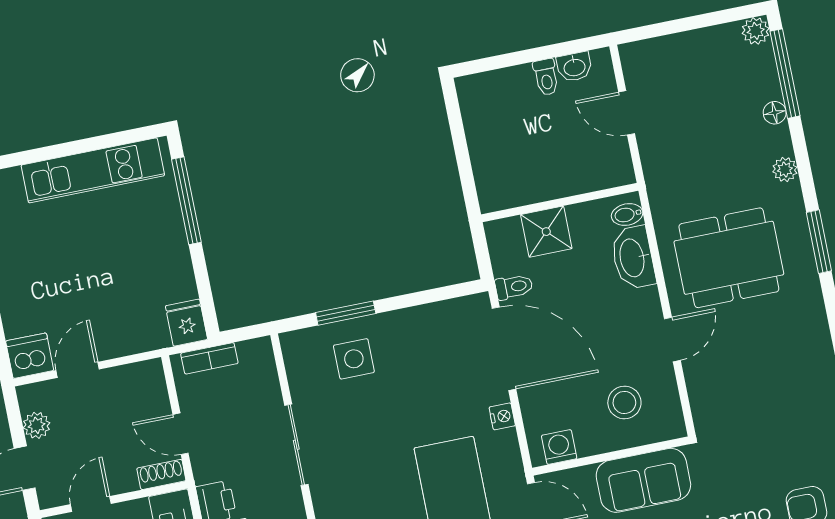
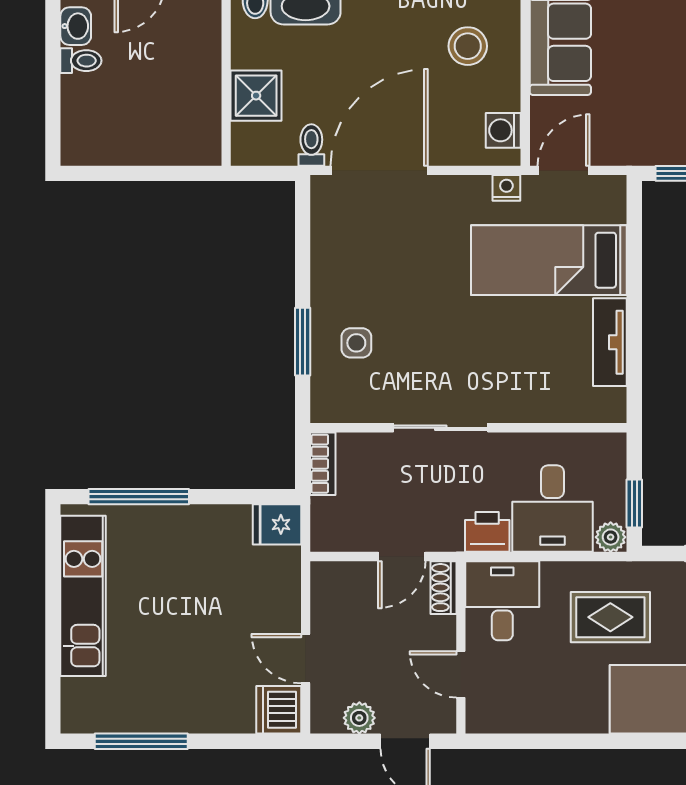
bookcase: (209, 358) -> (323, 464), moved
side table: (354, 359) -> (356, 343), width x0.73, depth x0.73
nightstand: (502, 416) -> (506, 188), moved

